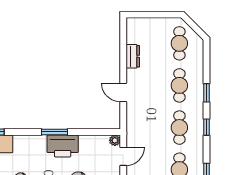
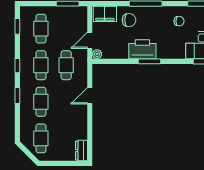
dresser: (133, 56) -> (82, 151), moved
door: (123, 92) -> (90, 96), swing flipped
cafe table: (150, 128) -> (66, 65), added

